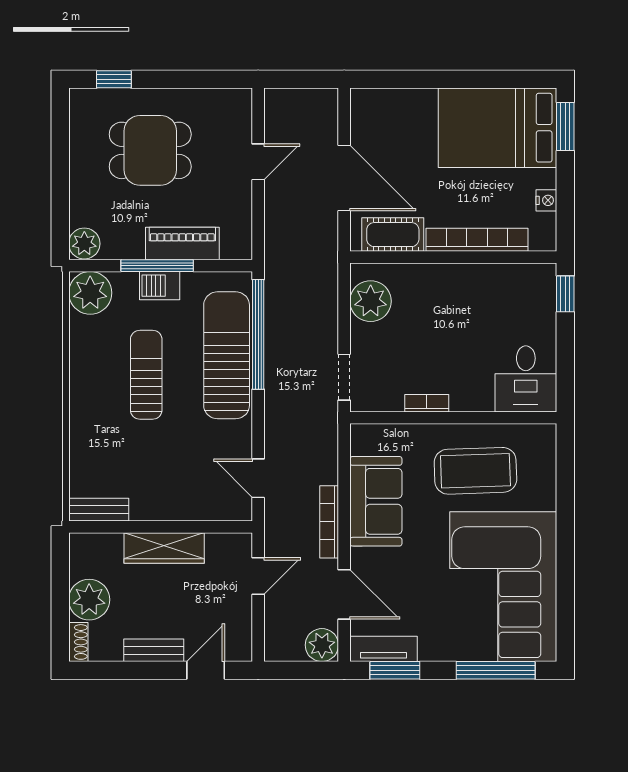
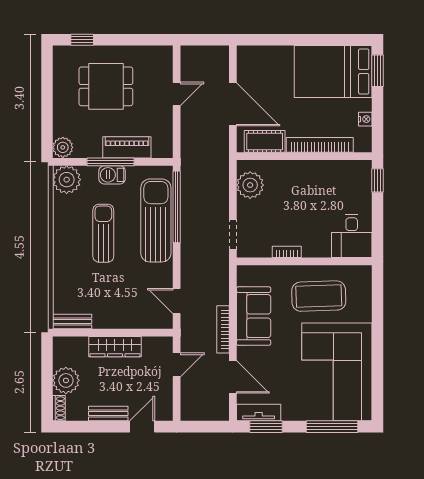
plant: (322, 645) -> (218, 410), removed

